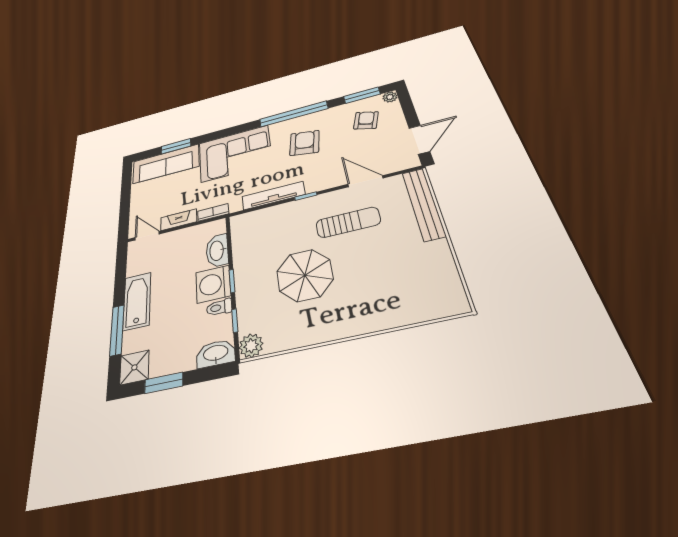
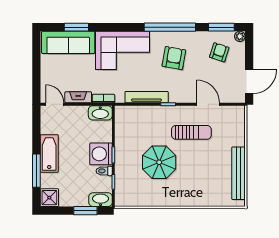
bench: (423, 204) -> (238, 173), moved
washbasin: (217, 251) -> (100, 113), moved, turned -90
plant: (251, 346) -> (122, 199), removed
window: (164, 383) -> (85, 211), moved

